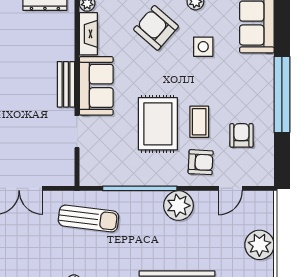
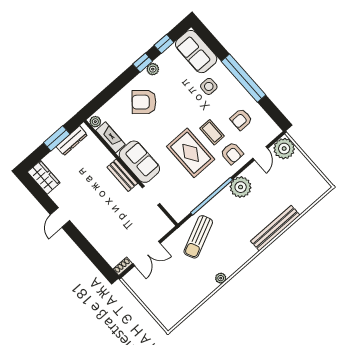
side table: (203, 47) -> (209, 86), moved
armchair: (241, 135) -> (241, 119), turned -90
armchair: (201, 162) -> (232, 153), turned 87
sun lounger: (88, 219) -> (198, 237), turned 148
plant: (259, 245) -> (284, 149), moved

